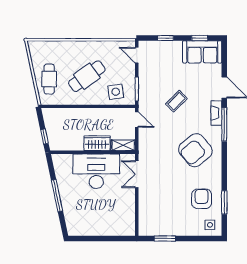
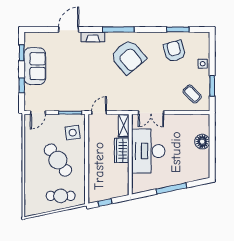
sofa: (202, 52) -> (35, 66), moved
coffee table: (176, 101) -> (192, 94), moved
window: (224, 124) -> (118, 29), moved
window: (44, 137) -> (105, 203), moved
armchair: (202, 199) -> (174, 51), turned 75
side table: (210, 225) -> (203, 64), moved
floor lamp: (106, 228) -> (202, 142), added

